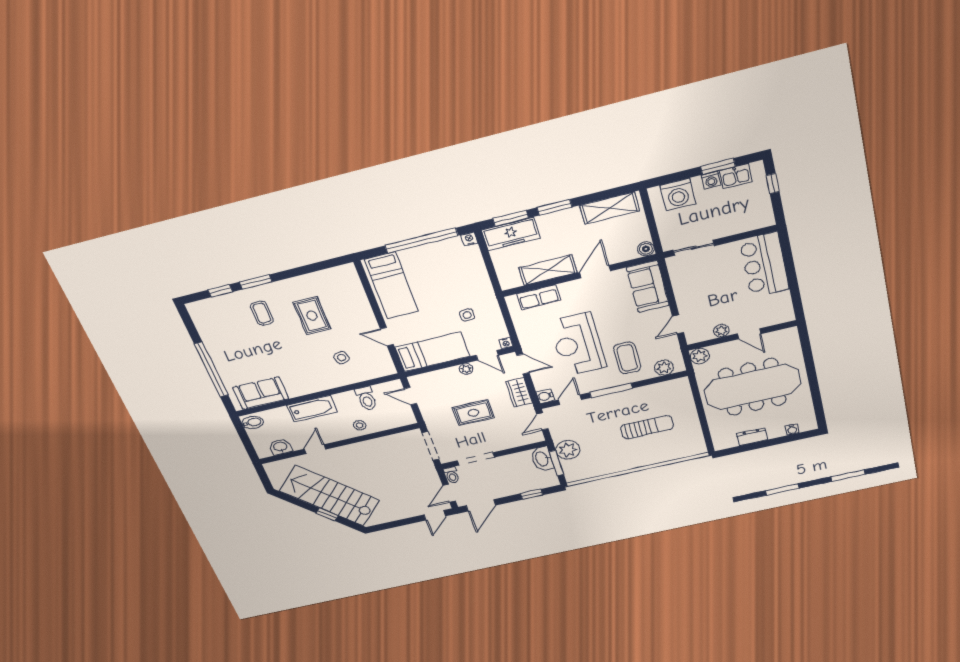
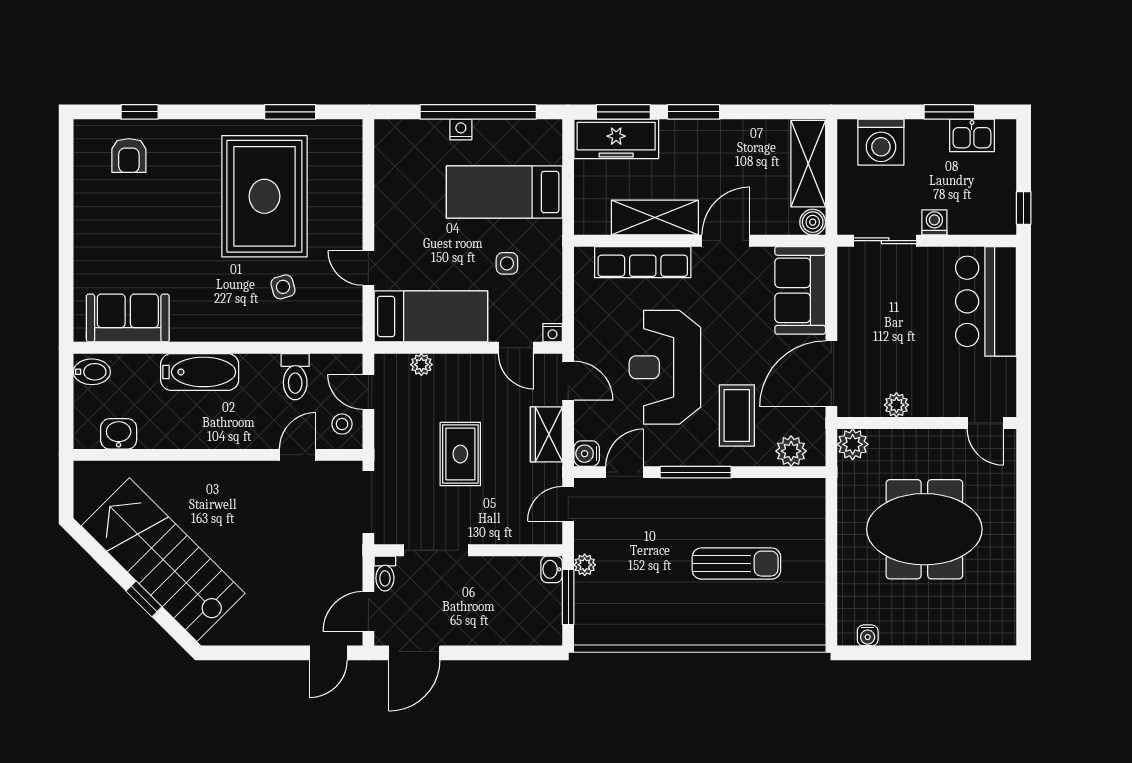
washing machine: (711, 180) -> (934, 222), moved, turned 180
window: (773, 184) -> (1024, 208), moved
shelving: (610, 208) -> (808, 164), moved, turned 90
nightstand: (469, 239) -> (461, 130), moved
window: (256, 282) -> (290, 112), moved
bed: (391, 286) -> (504, 192), moved, turned 90
row of seats: (539, 297) -> (643, 262), width x1.48
coffee table: (262, 313) -> (188, 170), removed
armchair: (225, 314) -> (129, 156), added
rug: (312, 316) -> (264, 196), width x1.86, depth x2.06
door: (678, 324) -> (831, 374), width x1.87
door: (749, 334) -> (985, 423), moved
plant: (466, 369) -> (421, 365), moved
window: (211, 370) -> (66, 251), removed
meeting table: (752, 387) -> (924, 529), width x0.73
rug: (473, 413) -> (460, 454), turned 90
stool: (360, 425) -> (342, 424), moved
water cooler: (792, 430) -> (868, 635), moved
dresser: (752, 437) -> (905, 632), removed
door: (315, 449) -> (298, 455), moved
plant: (568, 450) -> (585, 565), width x0.53, depth x0.53
washbasin: (542, 459) -> (552, 569), width x0.52, depth x0.69
window: (532, 494) -> (508, 653), removed

